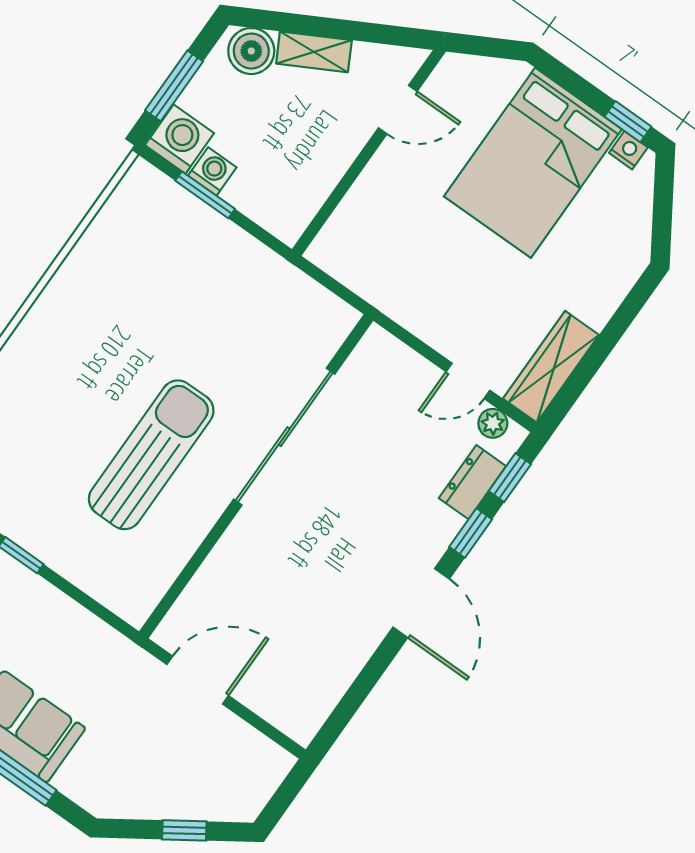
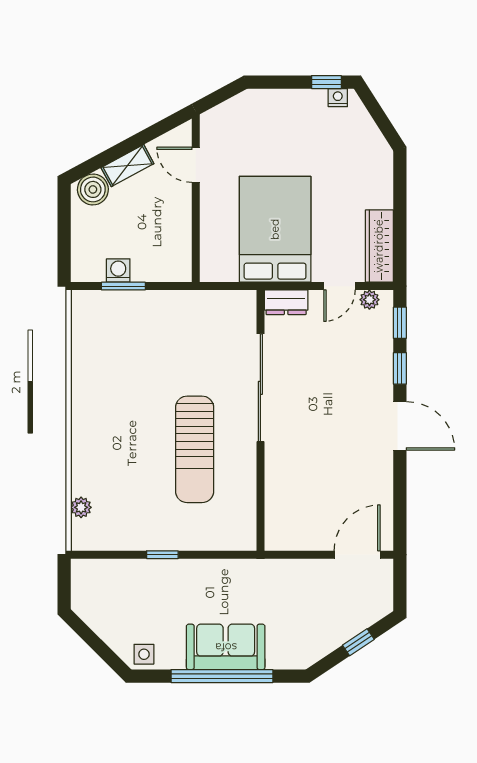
window: (174, 86) -> (64, 238), removed
door: (398, 110) -> (196, 165), swing flipped
washing machine: (179, 139) -> (88, 266), removed
bed: (533, 163) -> (275, 229), moved, turned 180
sun lounger: (151, 455) -> (195, 449), turned 180
dresser: (472, 482) -> (286, 302), moved, turned -90
door: (198, 680) -> (357, 555), moved

